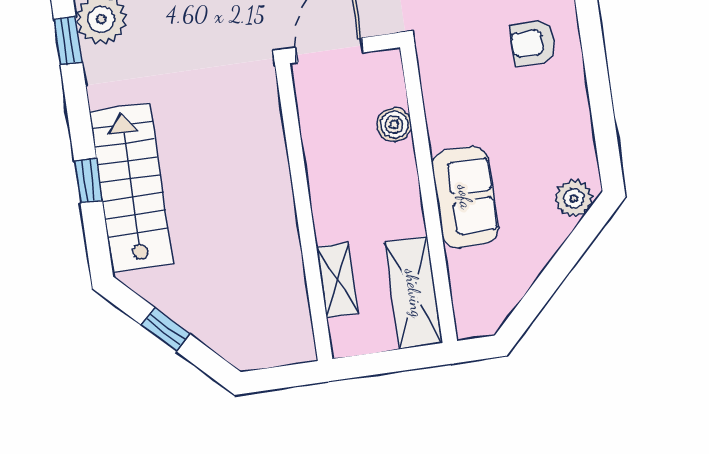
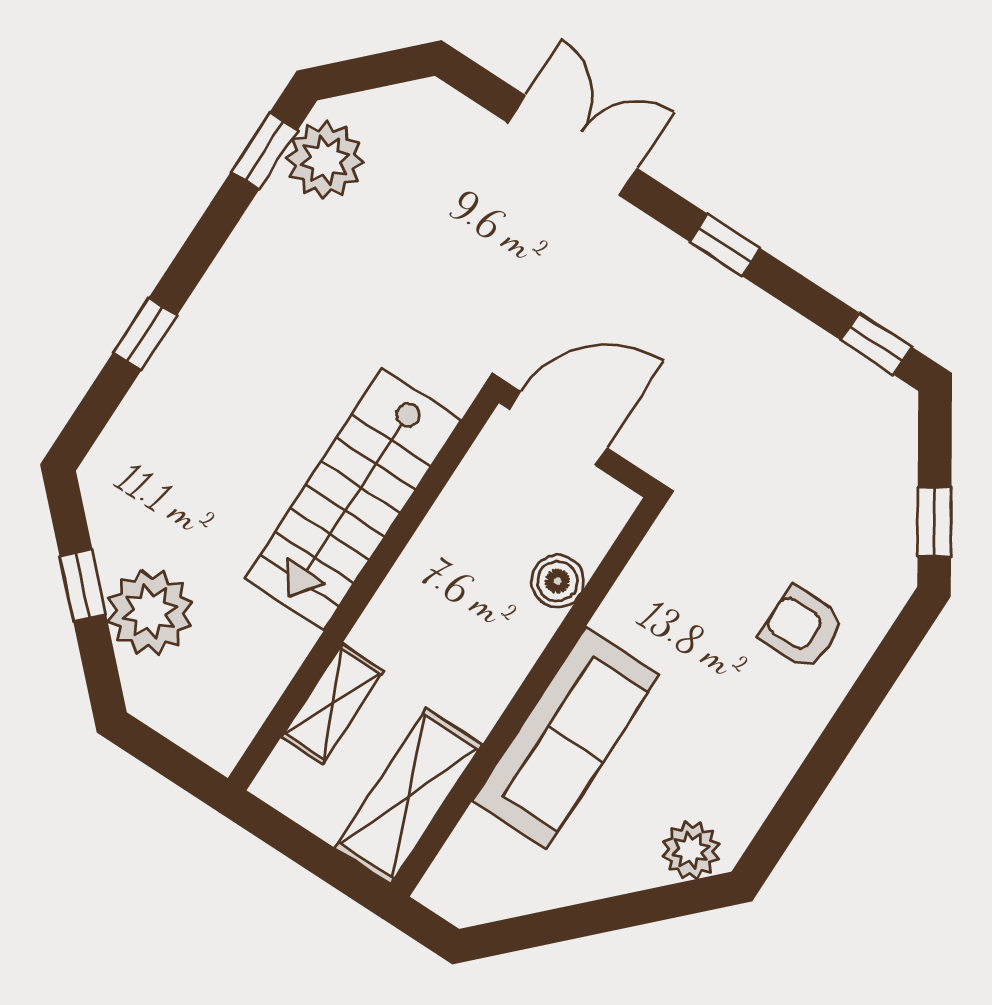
stairs: (131, 188) -> (353, 499), moved, turned 180
sofa: (465, 197) -> (566, 738), width x1.36
plant: (209, 314) -> (150, 612), added

